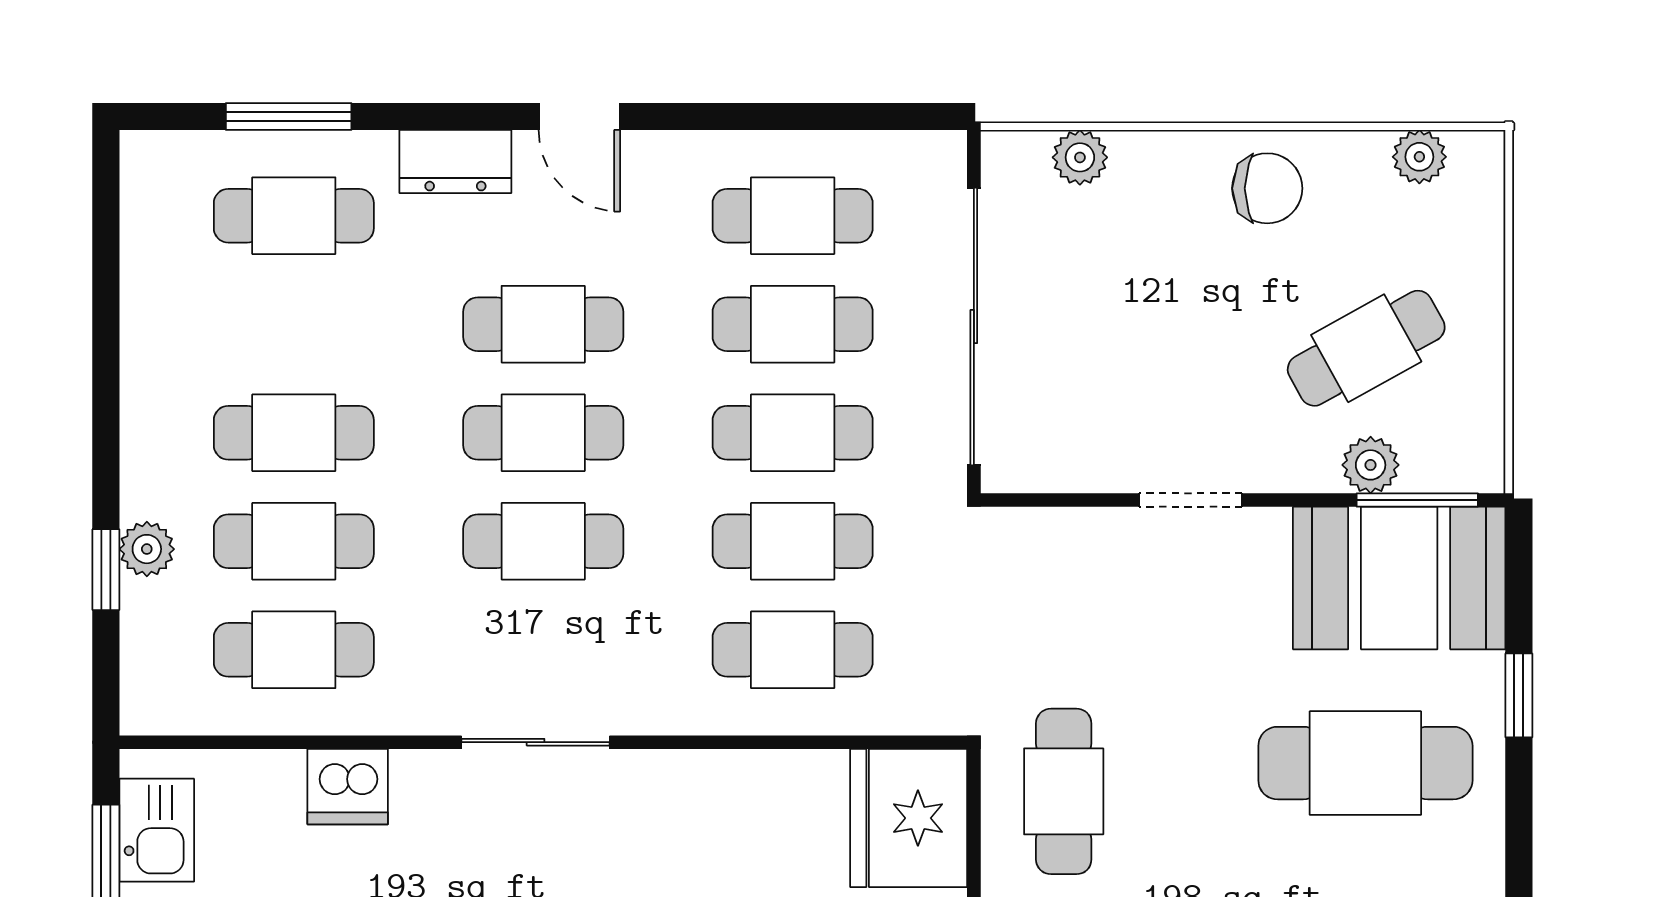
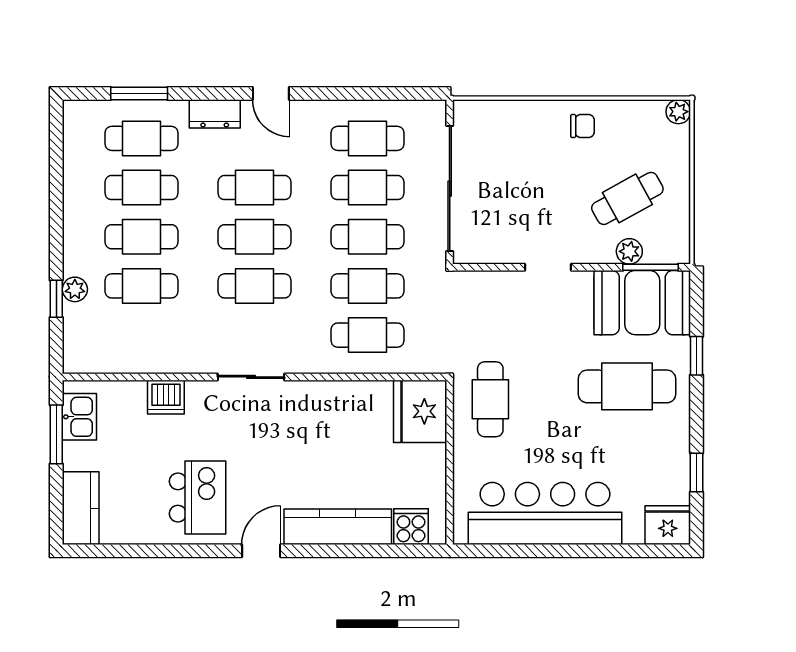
plant: (1080, 157) -> (498, 112), removed
plant: (1419, 157) -> (678, 112), moved
chair: (1267, 188) -> (583, 126), width x0.73, depth x0.73
cafe table: (294, 650) -> (141, 188), moved

